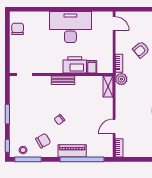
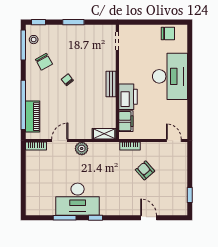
door: (114, 24) -> (174, 140), swing flipped
desk: (70, 27) -> (170, 76), moved
filing cabinet: (92, 67) -> (126, 121), width x2.00
plant: (121, 79) -> (82, 148), moved
door: (114, 126) -> (60, 140), hinge flipped
piano: (72, 151) -> (33, 117), moved

